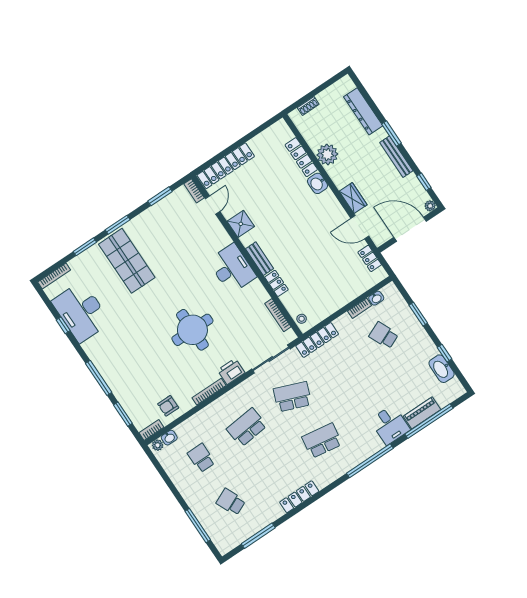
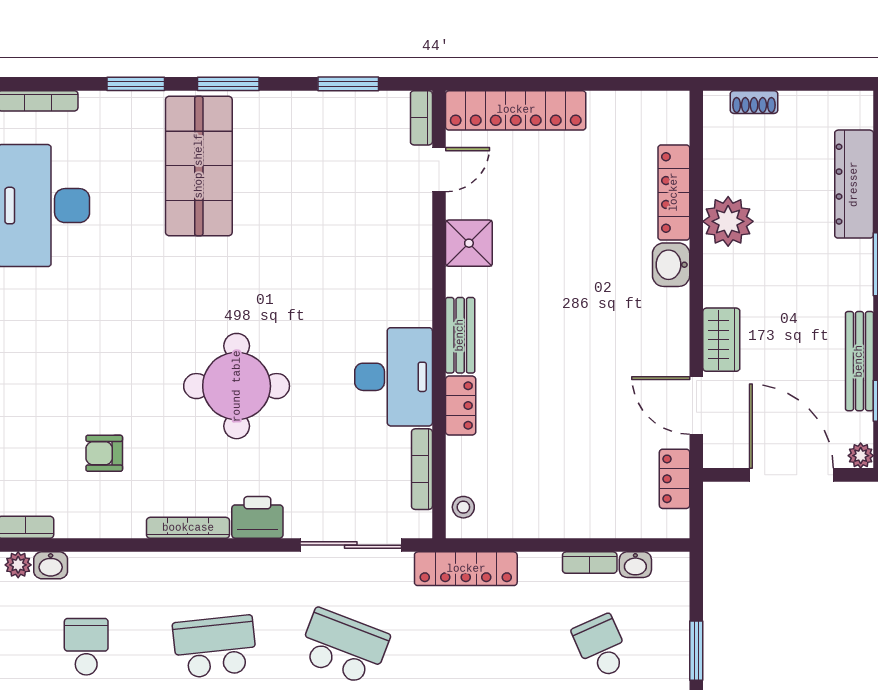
bench: (396, 157) -> (859, 361), moved
desk: (232, 269) -> (394, 377), moved
armchair: (168, 406) -> (104, 453), moved

